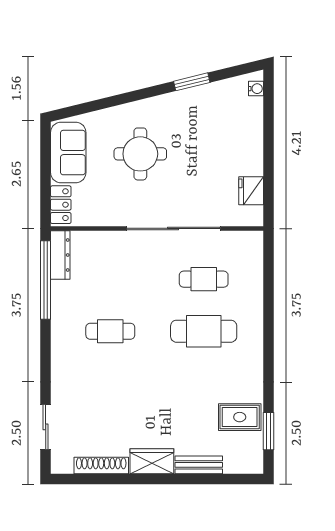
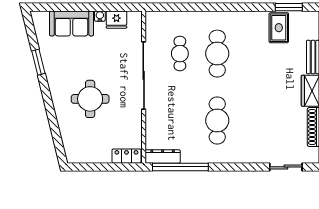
water cooler: (256, 89) -> (100, 16), moved
sofa: (68, 153) -> (72, 23), moved, turned 180
cafe table: (110, 331) -> (217, 120), width x1.37, depth x1.35

